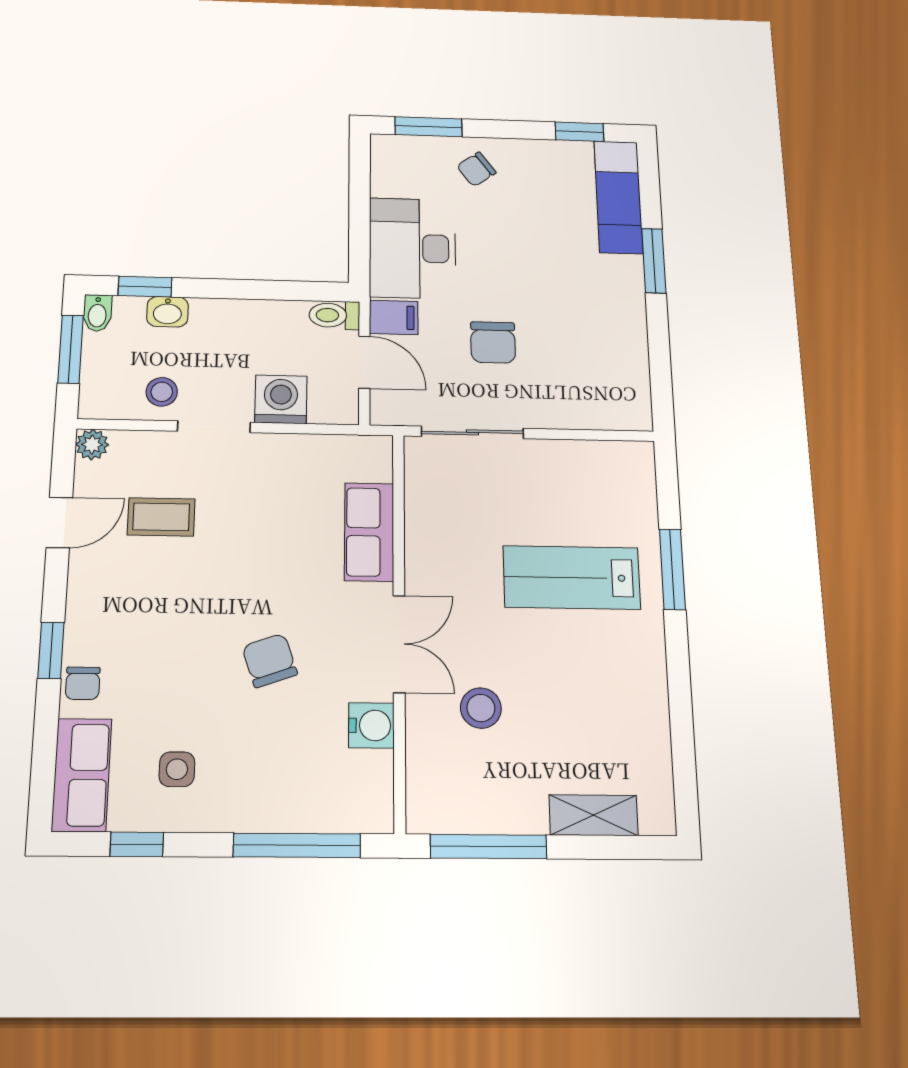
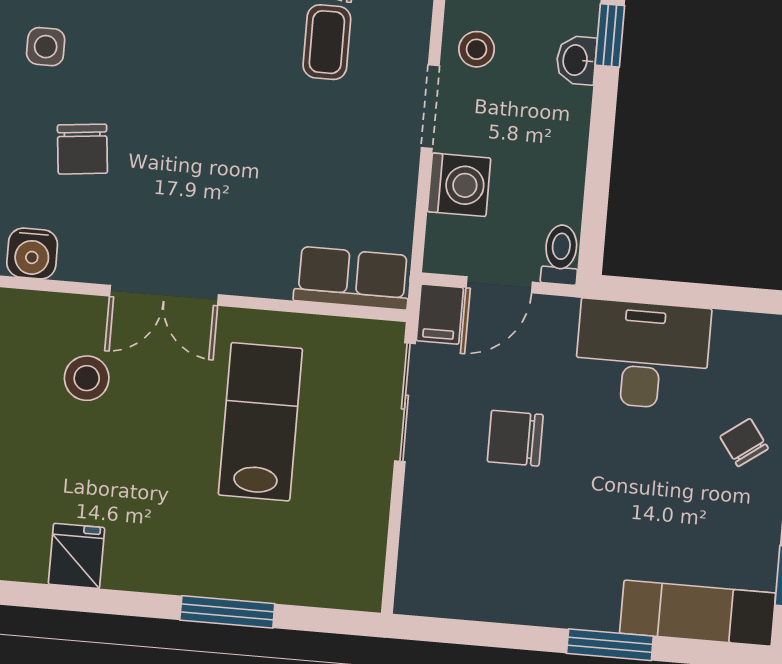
filing cabinet: (394, 317) -> (440, 314), moved
row of seats: (369, 532) -> (352, 278), moved
lab bench: (572, 577) -> (260, 422), moved
chair: (270, 660) -> (82, 149), moved, turned 103
fridge: (642, 705) -> (76, 556), added
water cooler: (371, 725) -> (32, 254), moved

